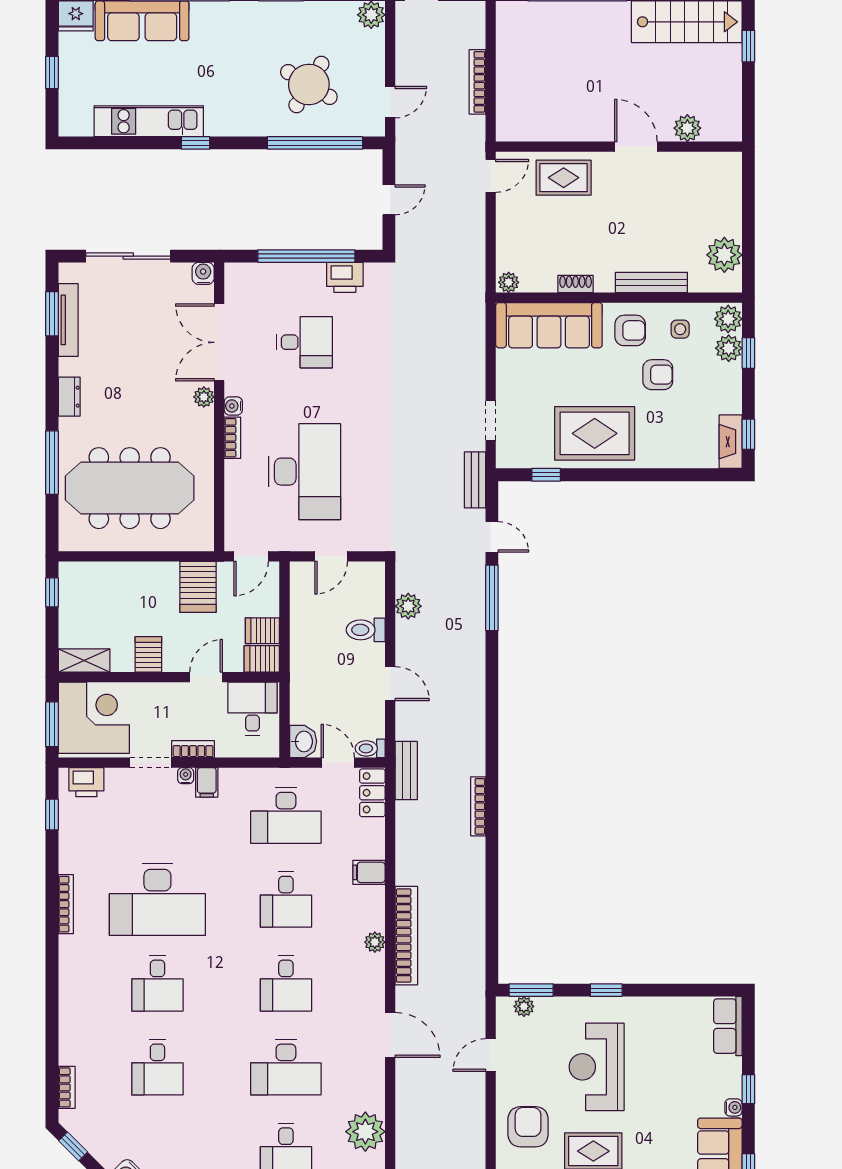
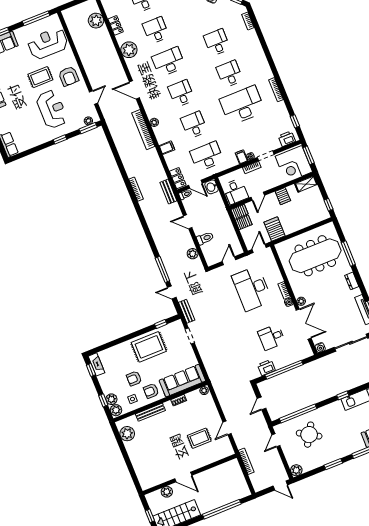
plant: (687, 128) -> (167, 492), moved
wall: (619, 147) -> (190, 474), moved
door: (636, 147) -> (183, 477), moved

